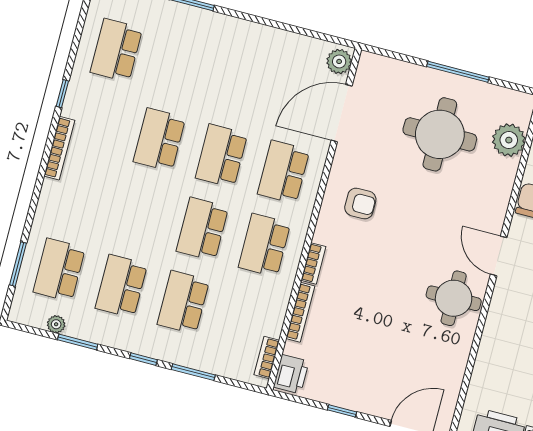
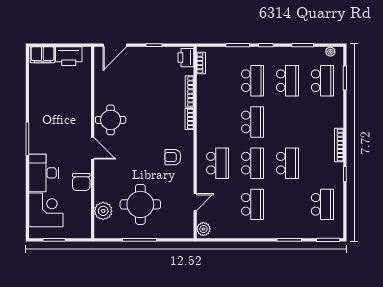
door: (342, 113) -> (195, 202), width x0.53
school desk: (264, 245) -> (253, 204), moved
plant: (56, 324) -> (330, 52), moved

